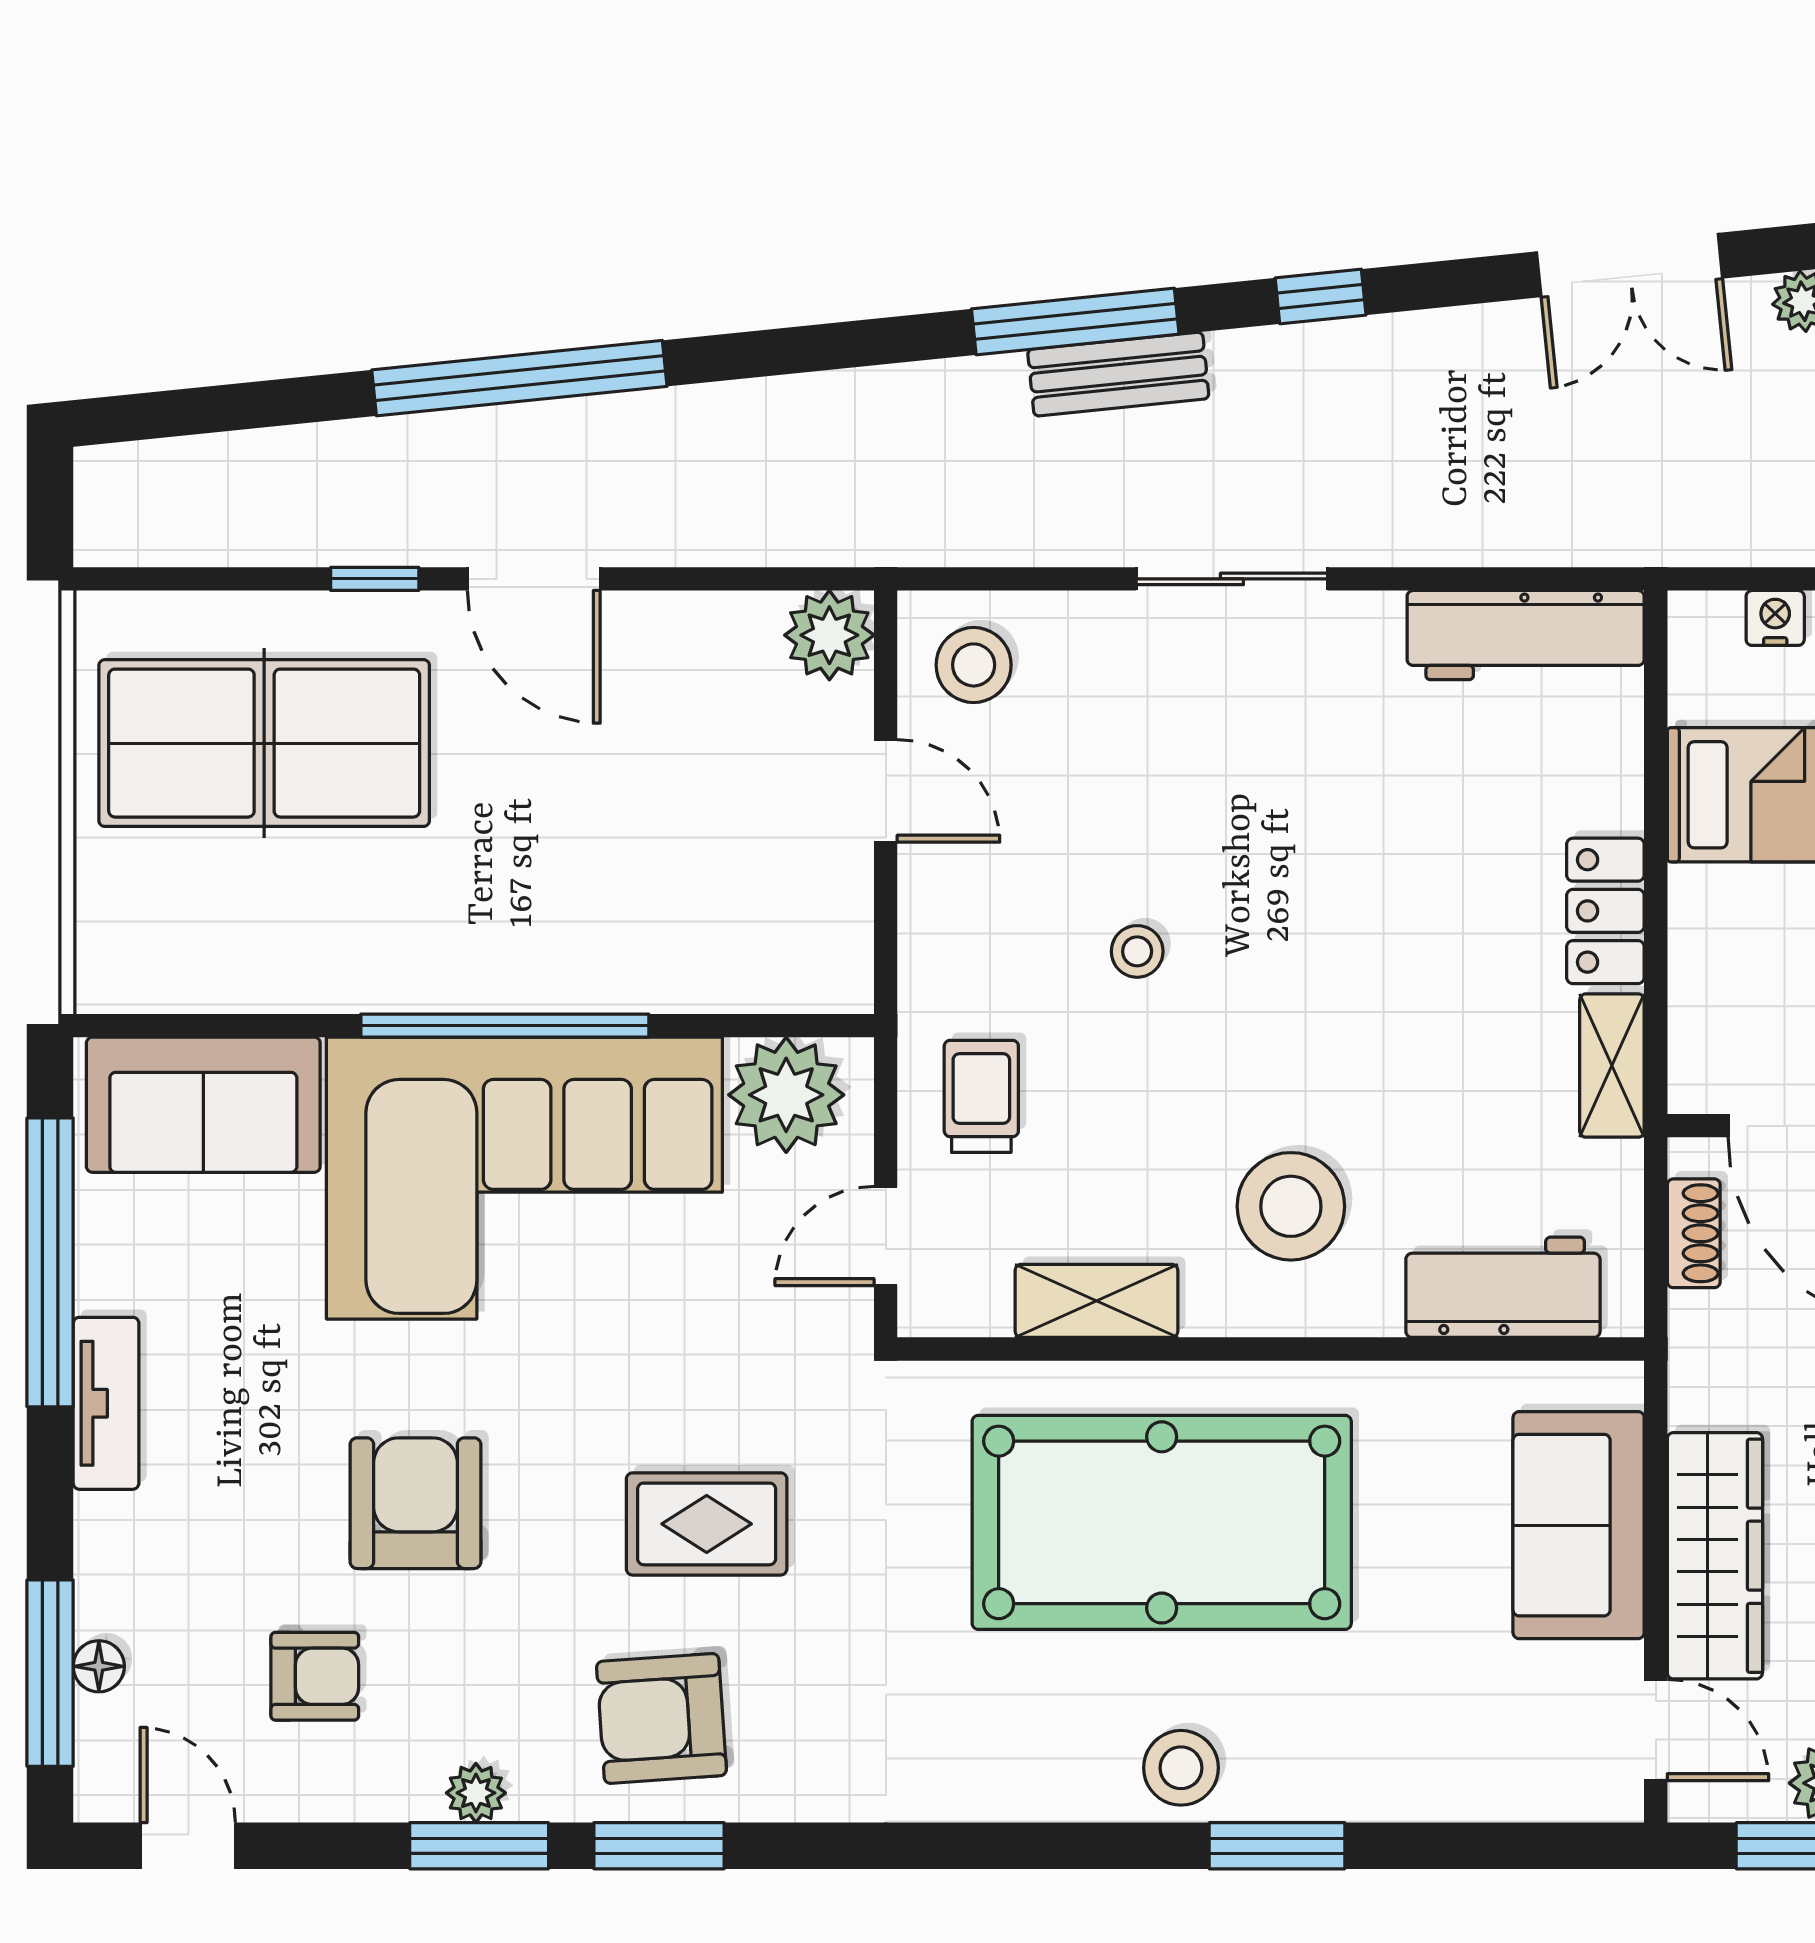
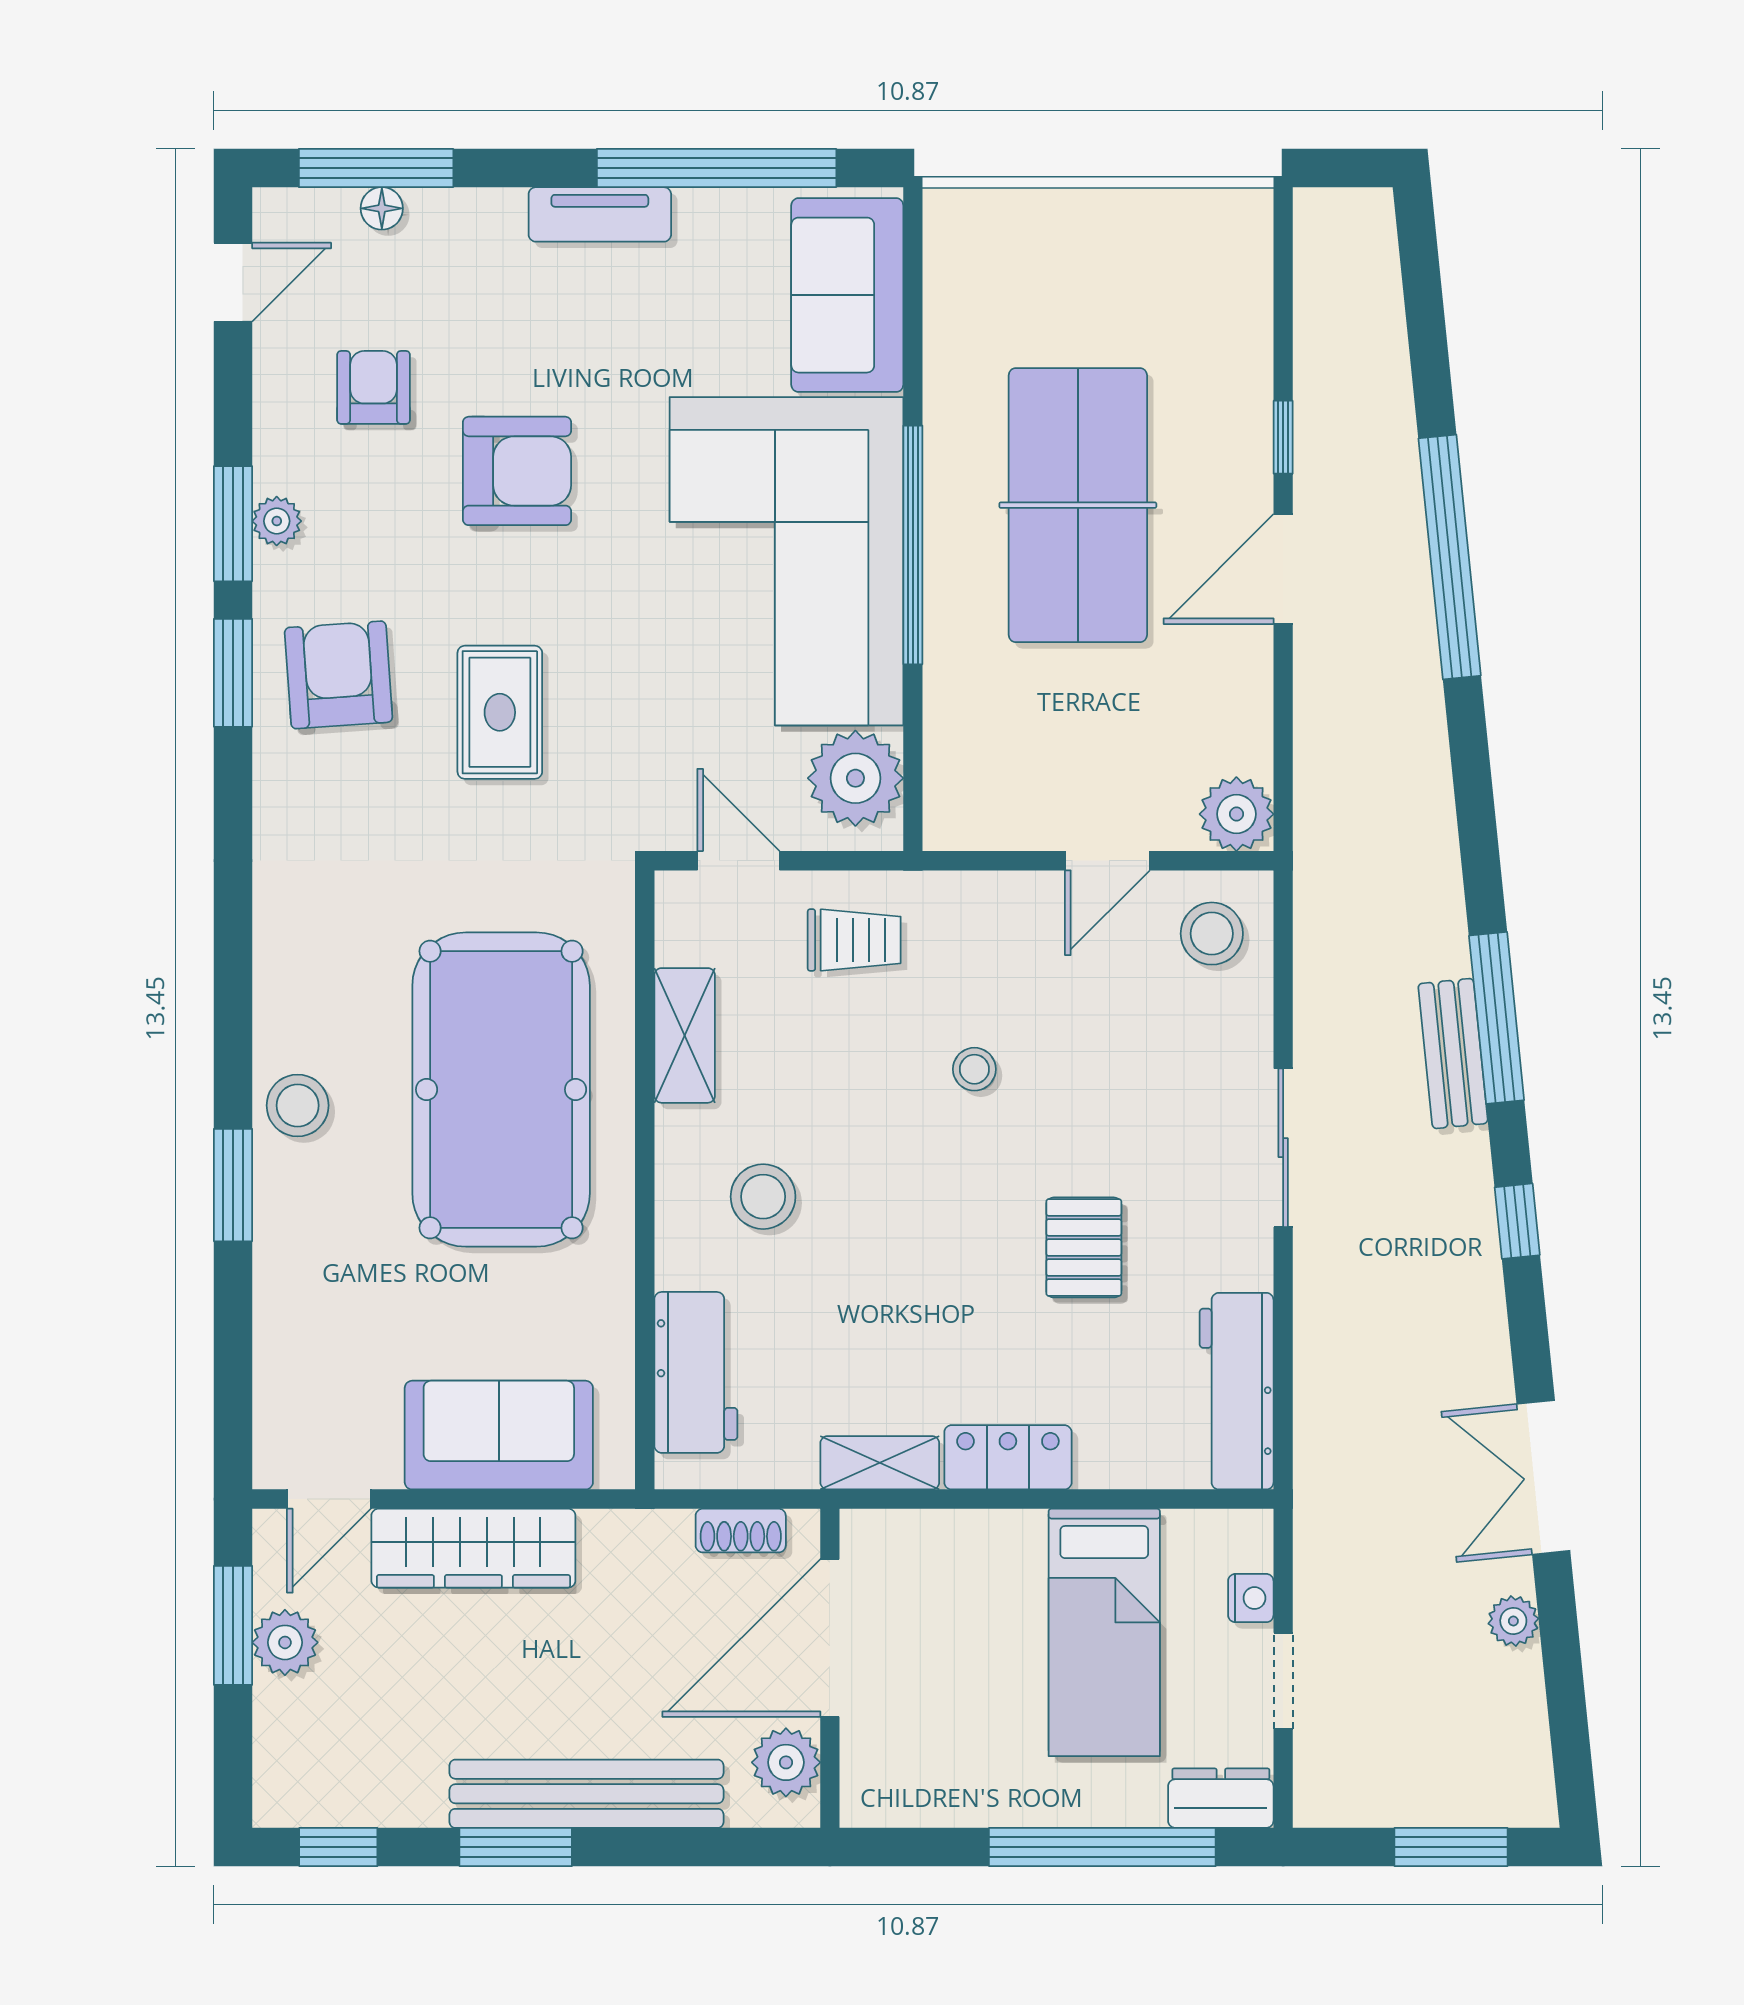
table tennis table: (264, 743) -> (1078, 505), moved
pallet: (1352, 819) -> (1084, 1247), added
stool: (1291, 1206) -> (763, 1197), width x0.73, depth x0.73
armchair: (315, 1676) -> (374, 387), turned 180

